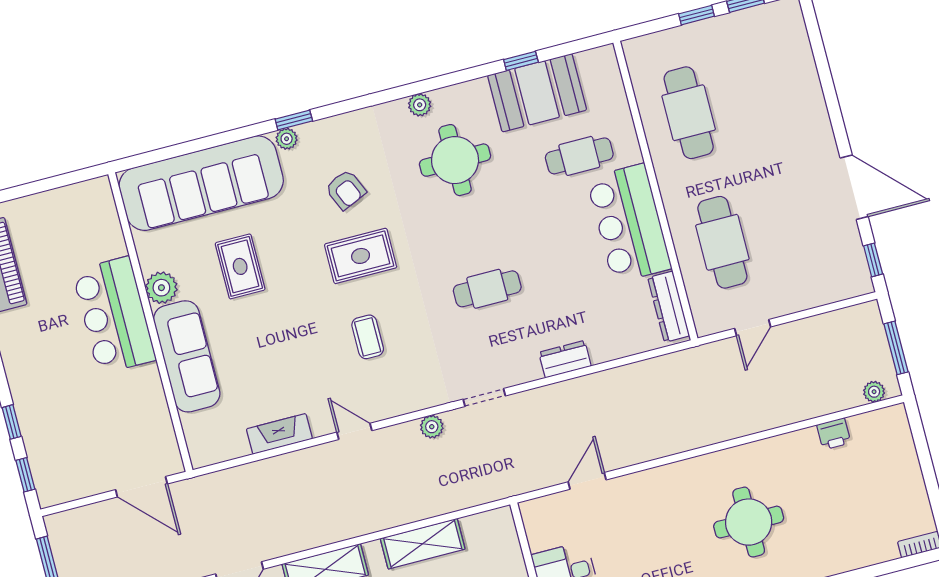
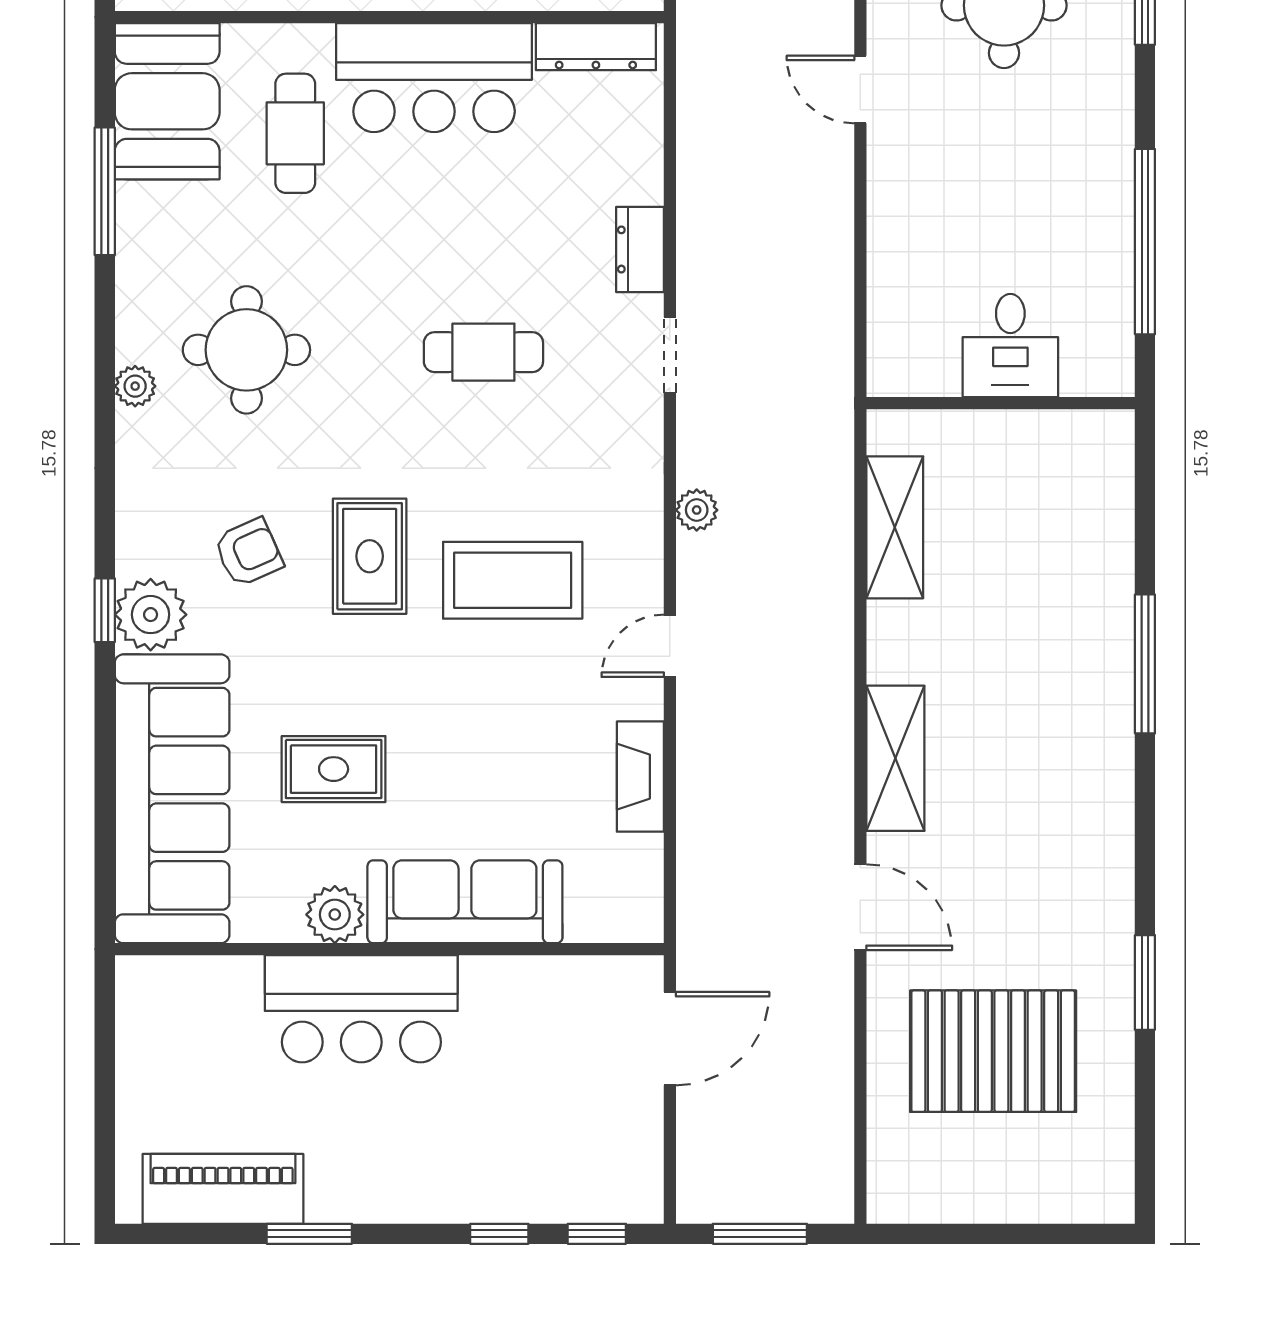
window: (521, 61) -> (105, 191), width x2.17
booth: (537, 93) -> (167, 101), moved
plant: (287, 139) -> (151, 615), width x1.87, depth x1.87
cafe table: (487, 289) -> (483, 352), turned 90
coffee table: (368, 337) -> (513, 580), width x1.86, depth x1.72
doorway: (484, 398) -> (670, 355), moved
door: (587, 481) -> (860, 89), moved
shelving: (423, 544) -> (895, 527), moved

